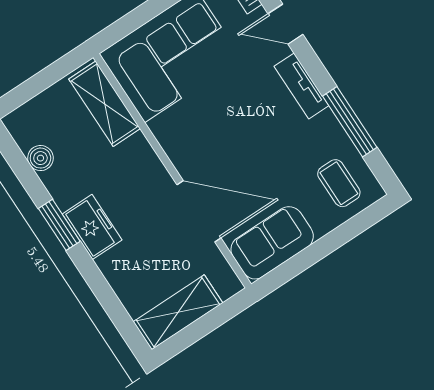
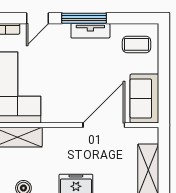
tv unit: (301, 86) -> (90, 31), moved
window: (350, 122) -> (84, 18), moved

